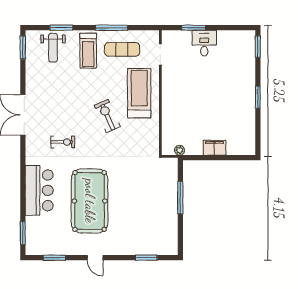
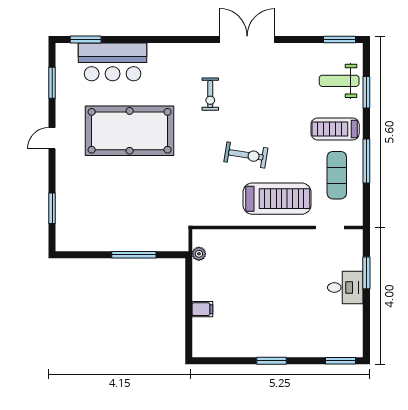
exercise bike: (107, 116) -> (246, 155), turned 33
filing cabinet: (214, 148) -> (202, 309), width x0.50
bar counter: (39, 190) -> (113, 62), moved

